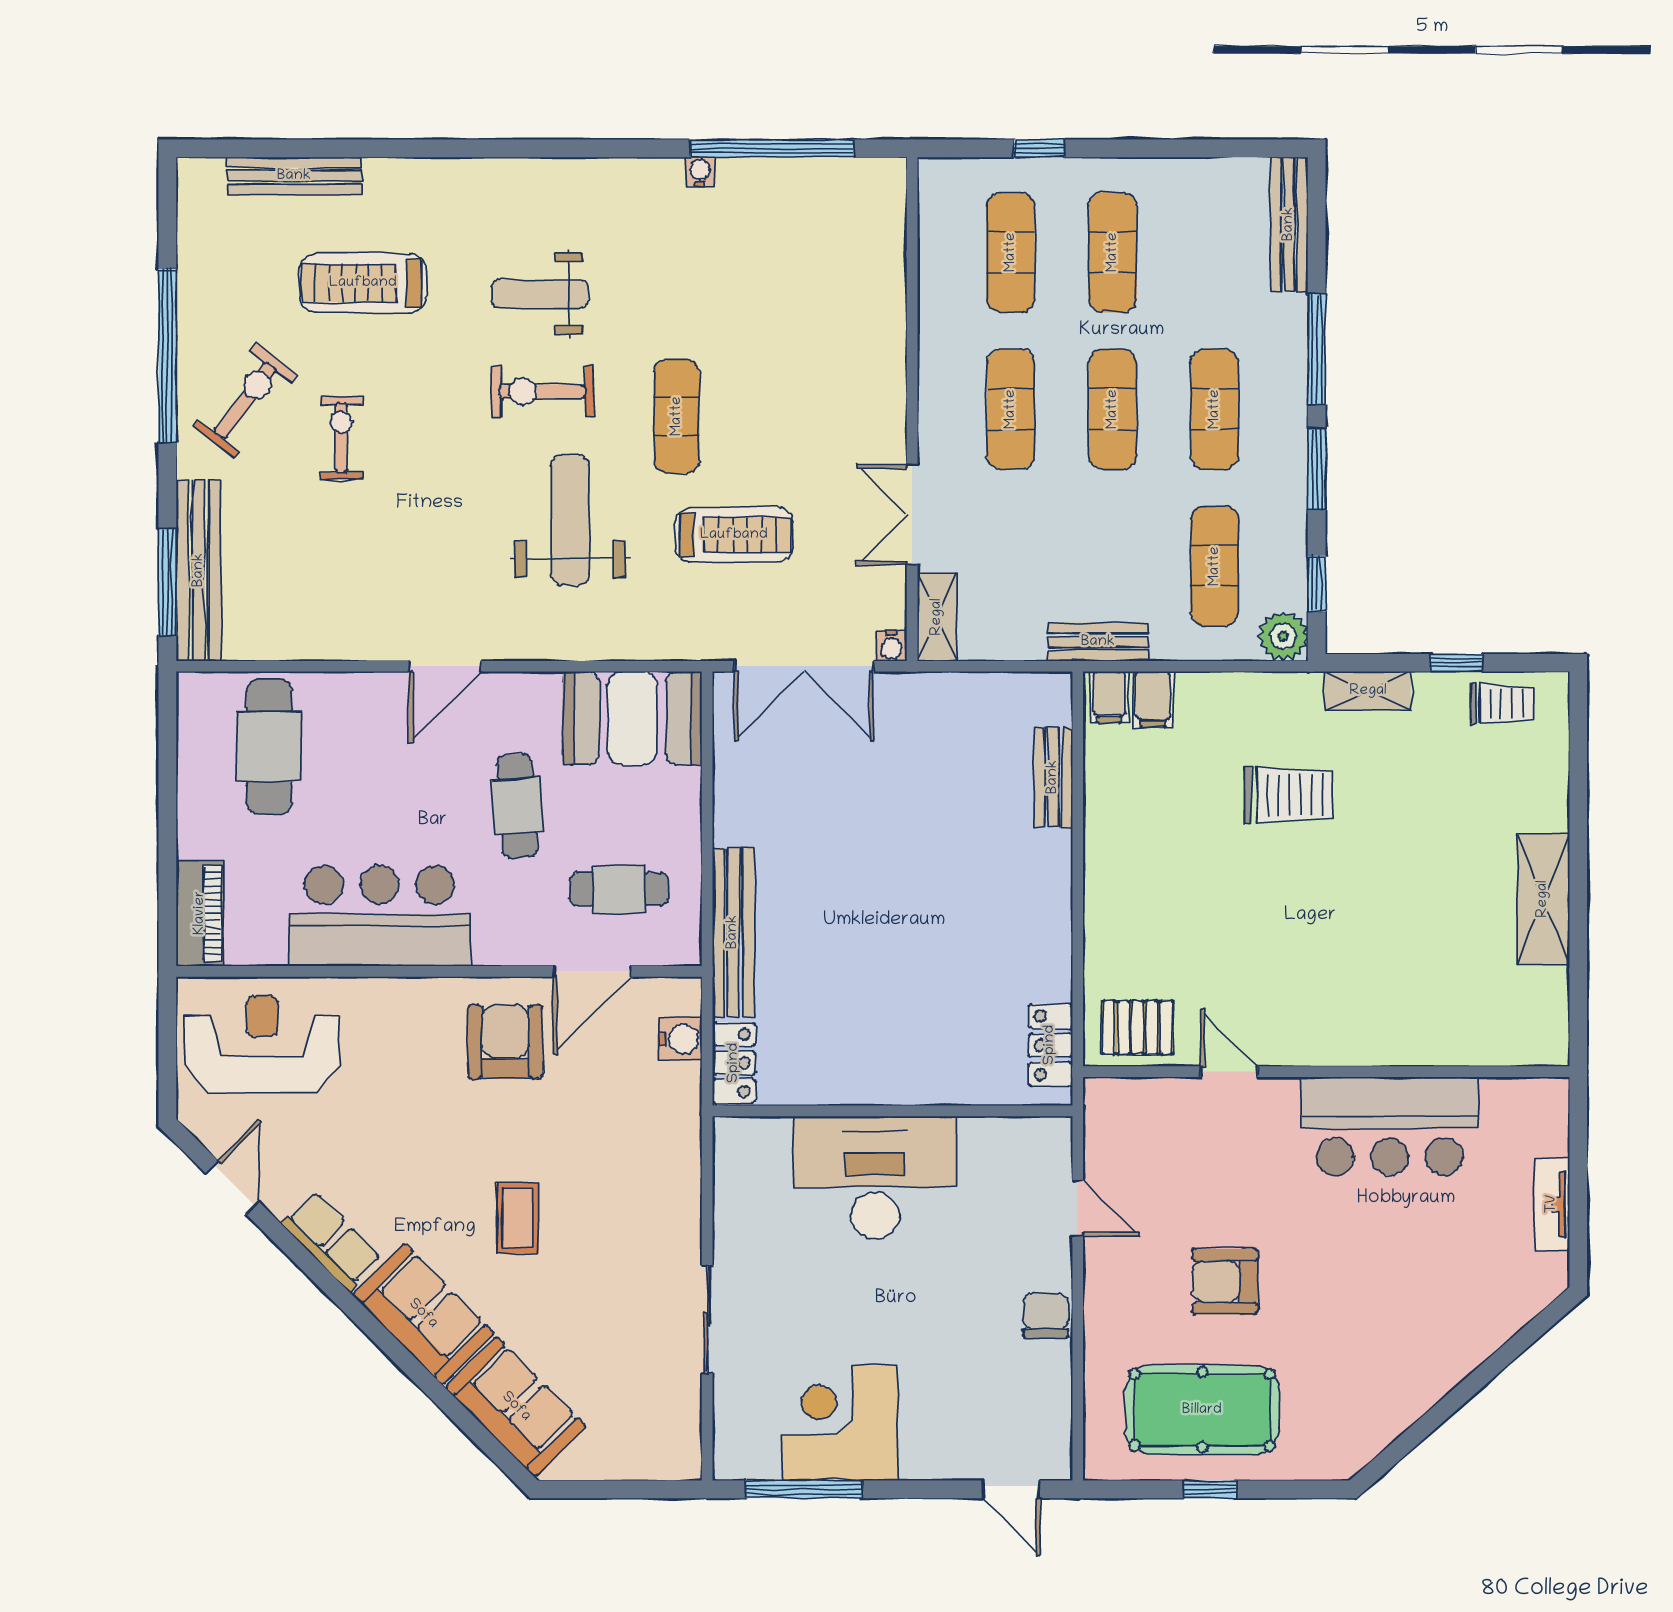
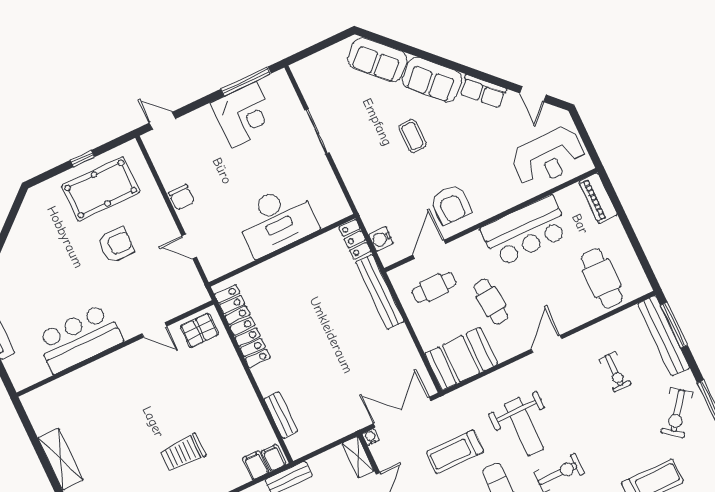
exercise bike: (341, 438) -> (615, 372), moved
locker: (1050, 1045) -> (242, 326), width x2.16, depth x1.21

